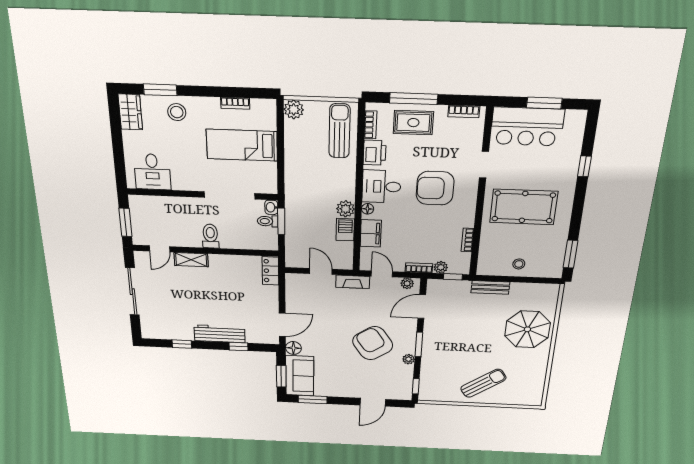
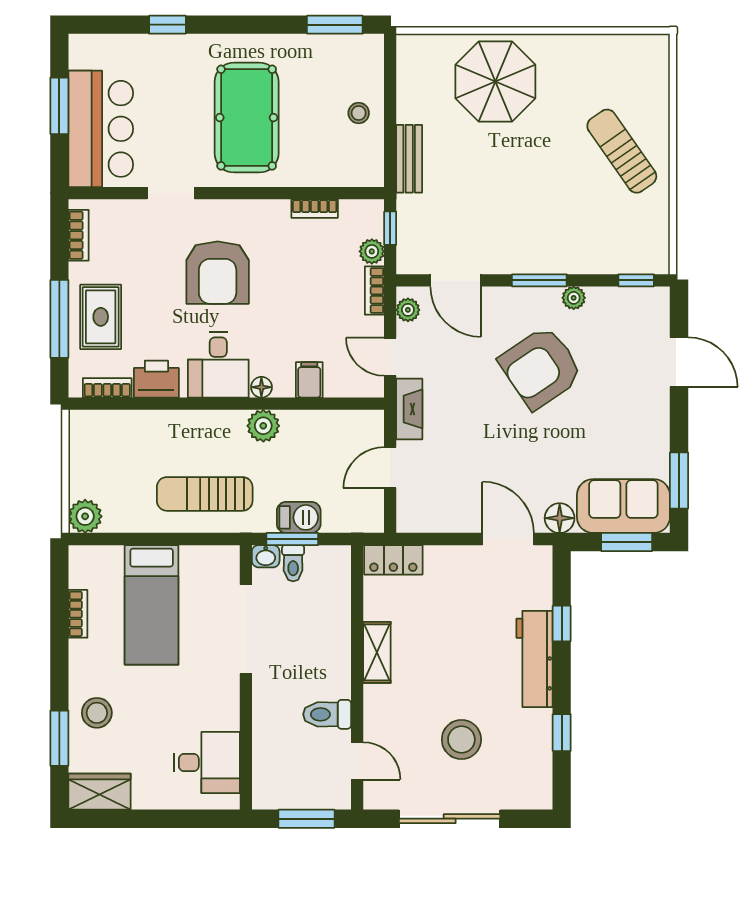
sun lounger: (339, 131) -> (205, 494), moved
barbecue: (345, 230) -> (299, 517), moved, turned 180
filing cabinet: (371, 233) -> (309, 380), width x0.50
toilet: (210, 236) -> (327, 714), moved
shelving: (191, 260) -> (377, 652), moved
door: (382, 274) -> (390, 357), hinge flipped
stool: (175, 299) -> (461, 740), added

